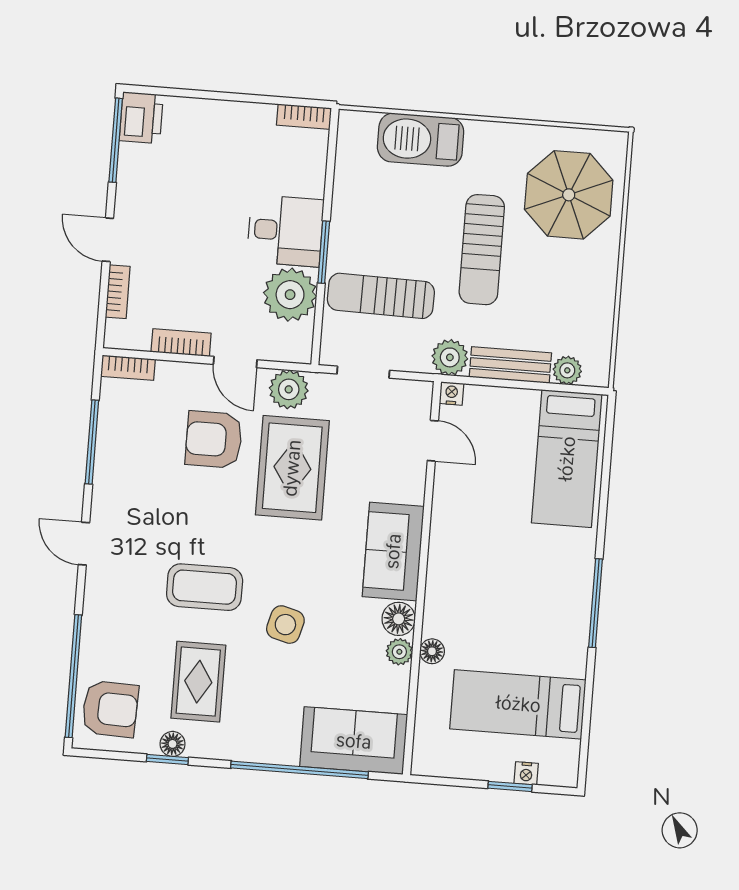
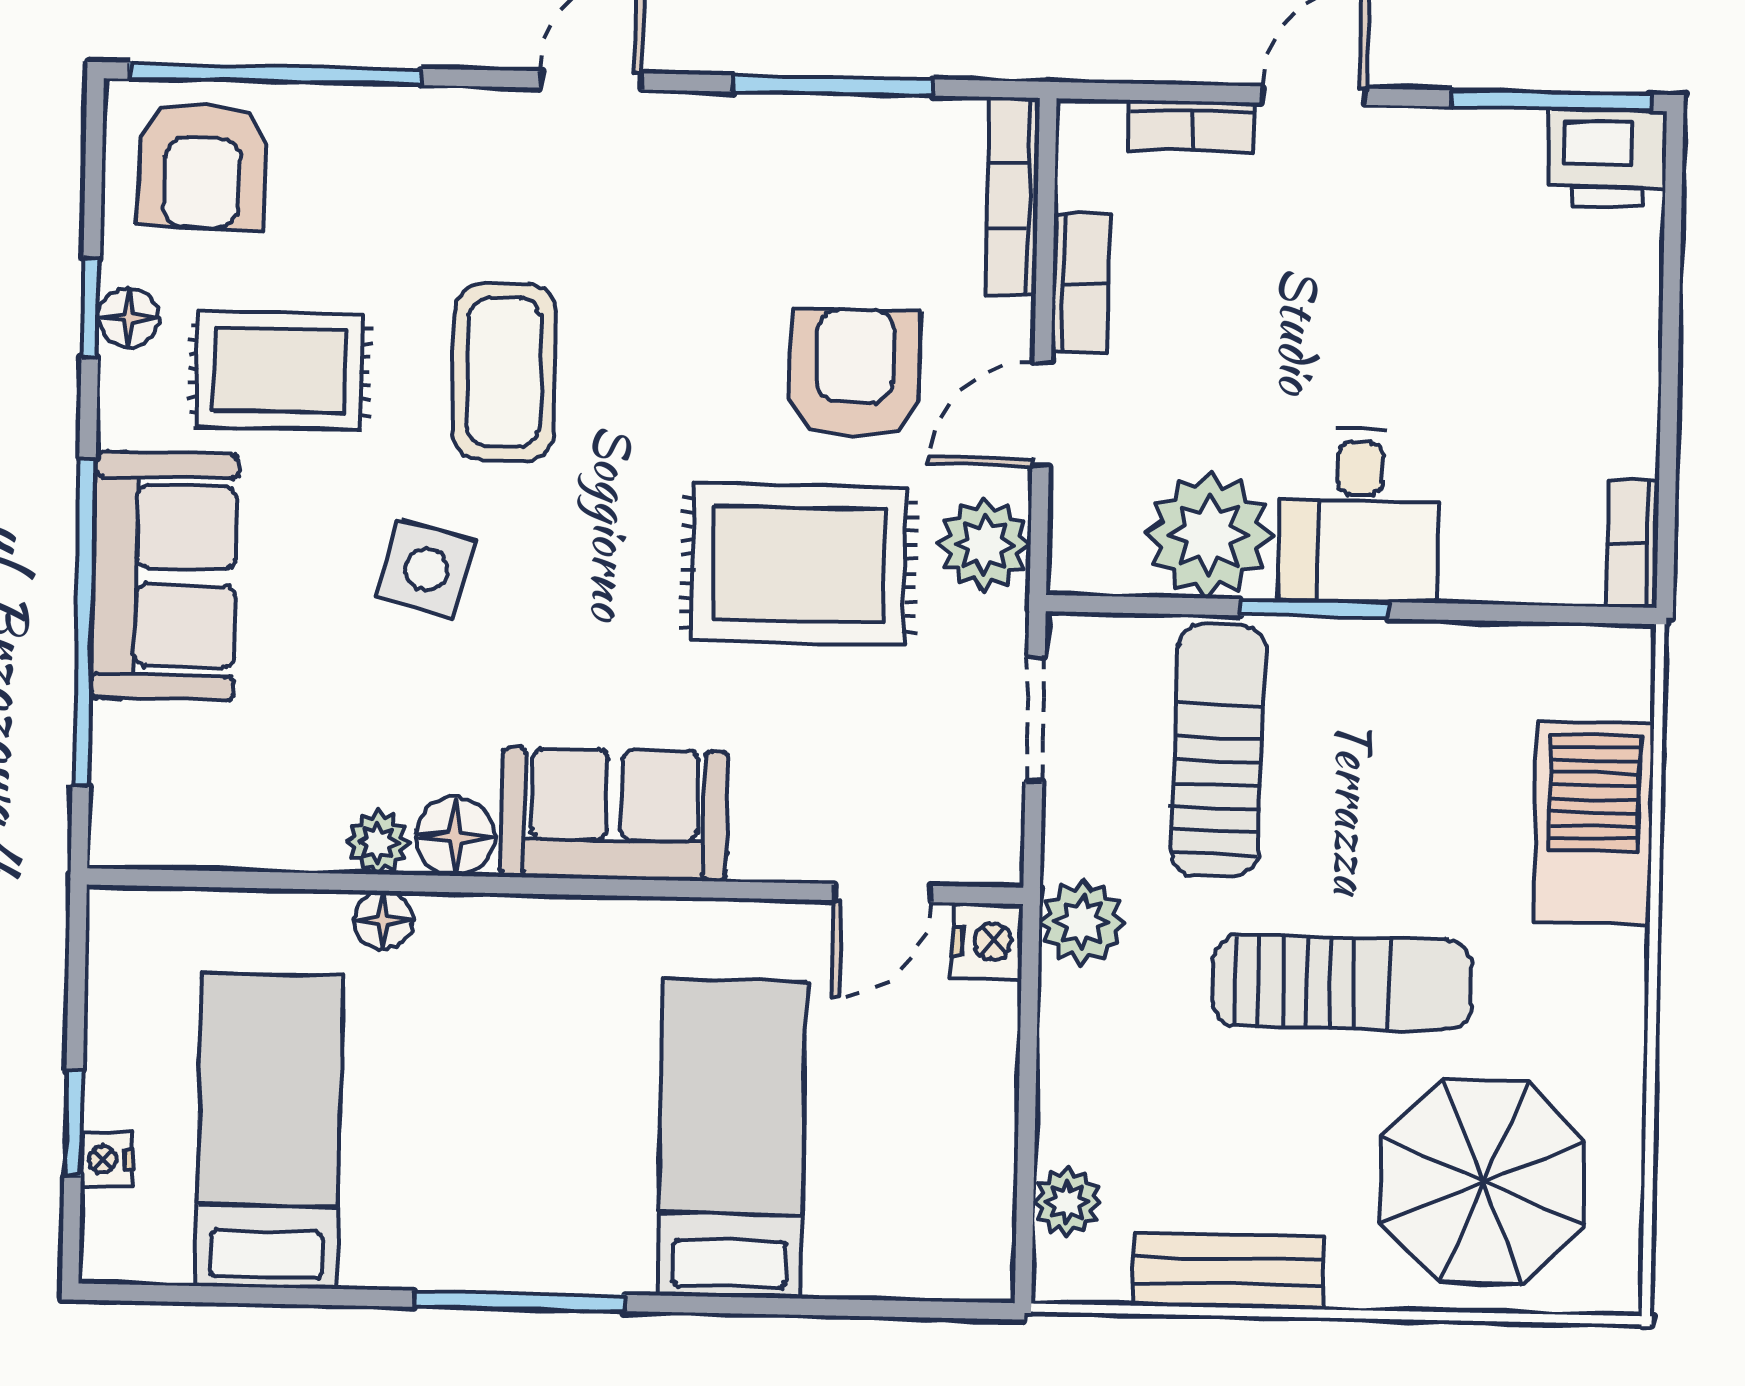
sun lounger: (482, 250) -> (1342, 983), turned 180
bench: (510, 365) -> (1229, 1271), moved, turned 90
bookcase: (128, 368) -> (1013, 196), width x1.56
nightstand: (452, 393) -> (987, 941), width x1.39, depth x1.35
bed: (567, 459) -> (732, 1139), moved, turned 90
sofa: (354, 741) -> (164, 576), moved

